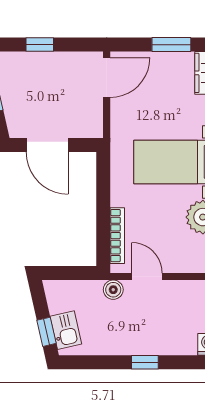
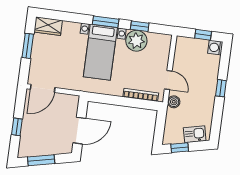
door: (107, 77) -> (43, 88), swing flipped
door: (147, 276) -> (168, 80), swing flipped
window: (46, 332) -> (180, 148), moved

